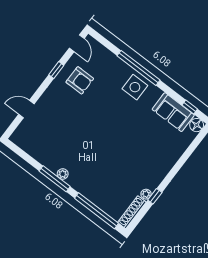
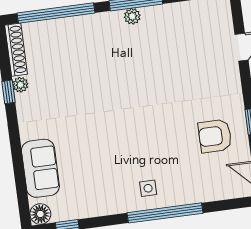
side table: (135, 87) -> (148, 188), width x0.54, depth x0.54
sofa: (173, 112) -> (40, 168), moved, turned 90

